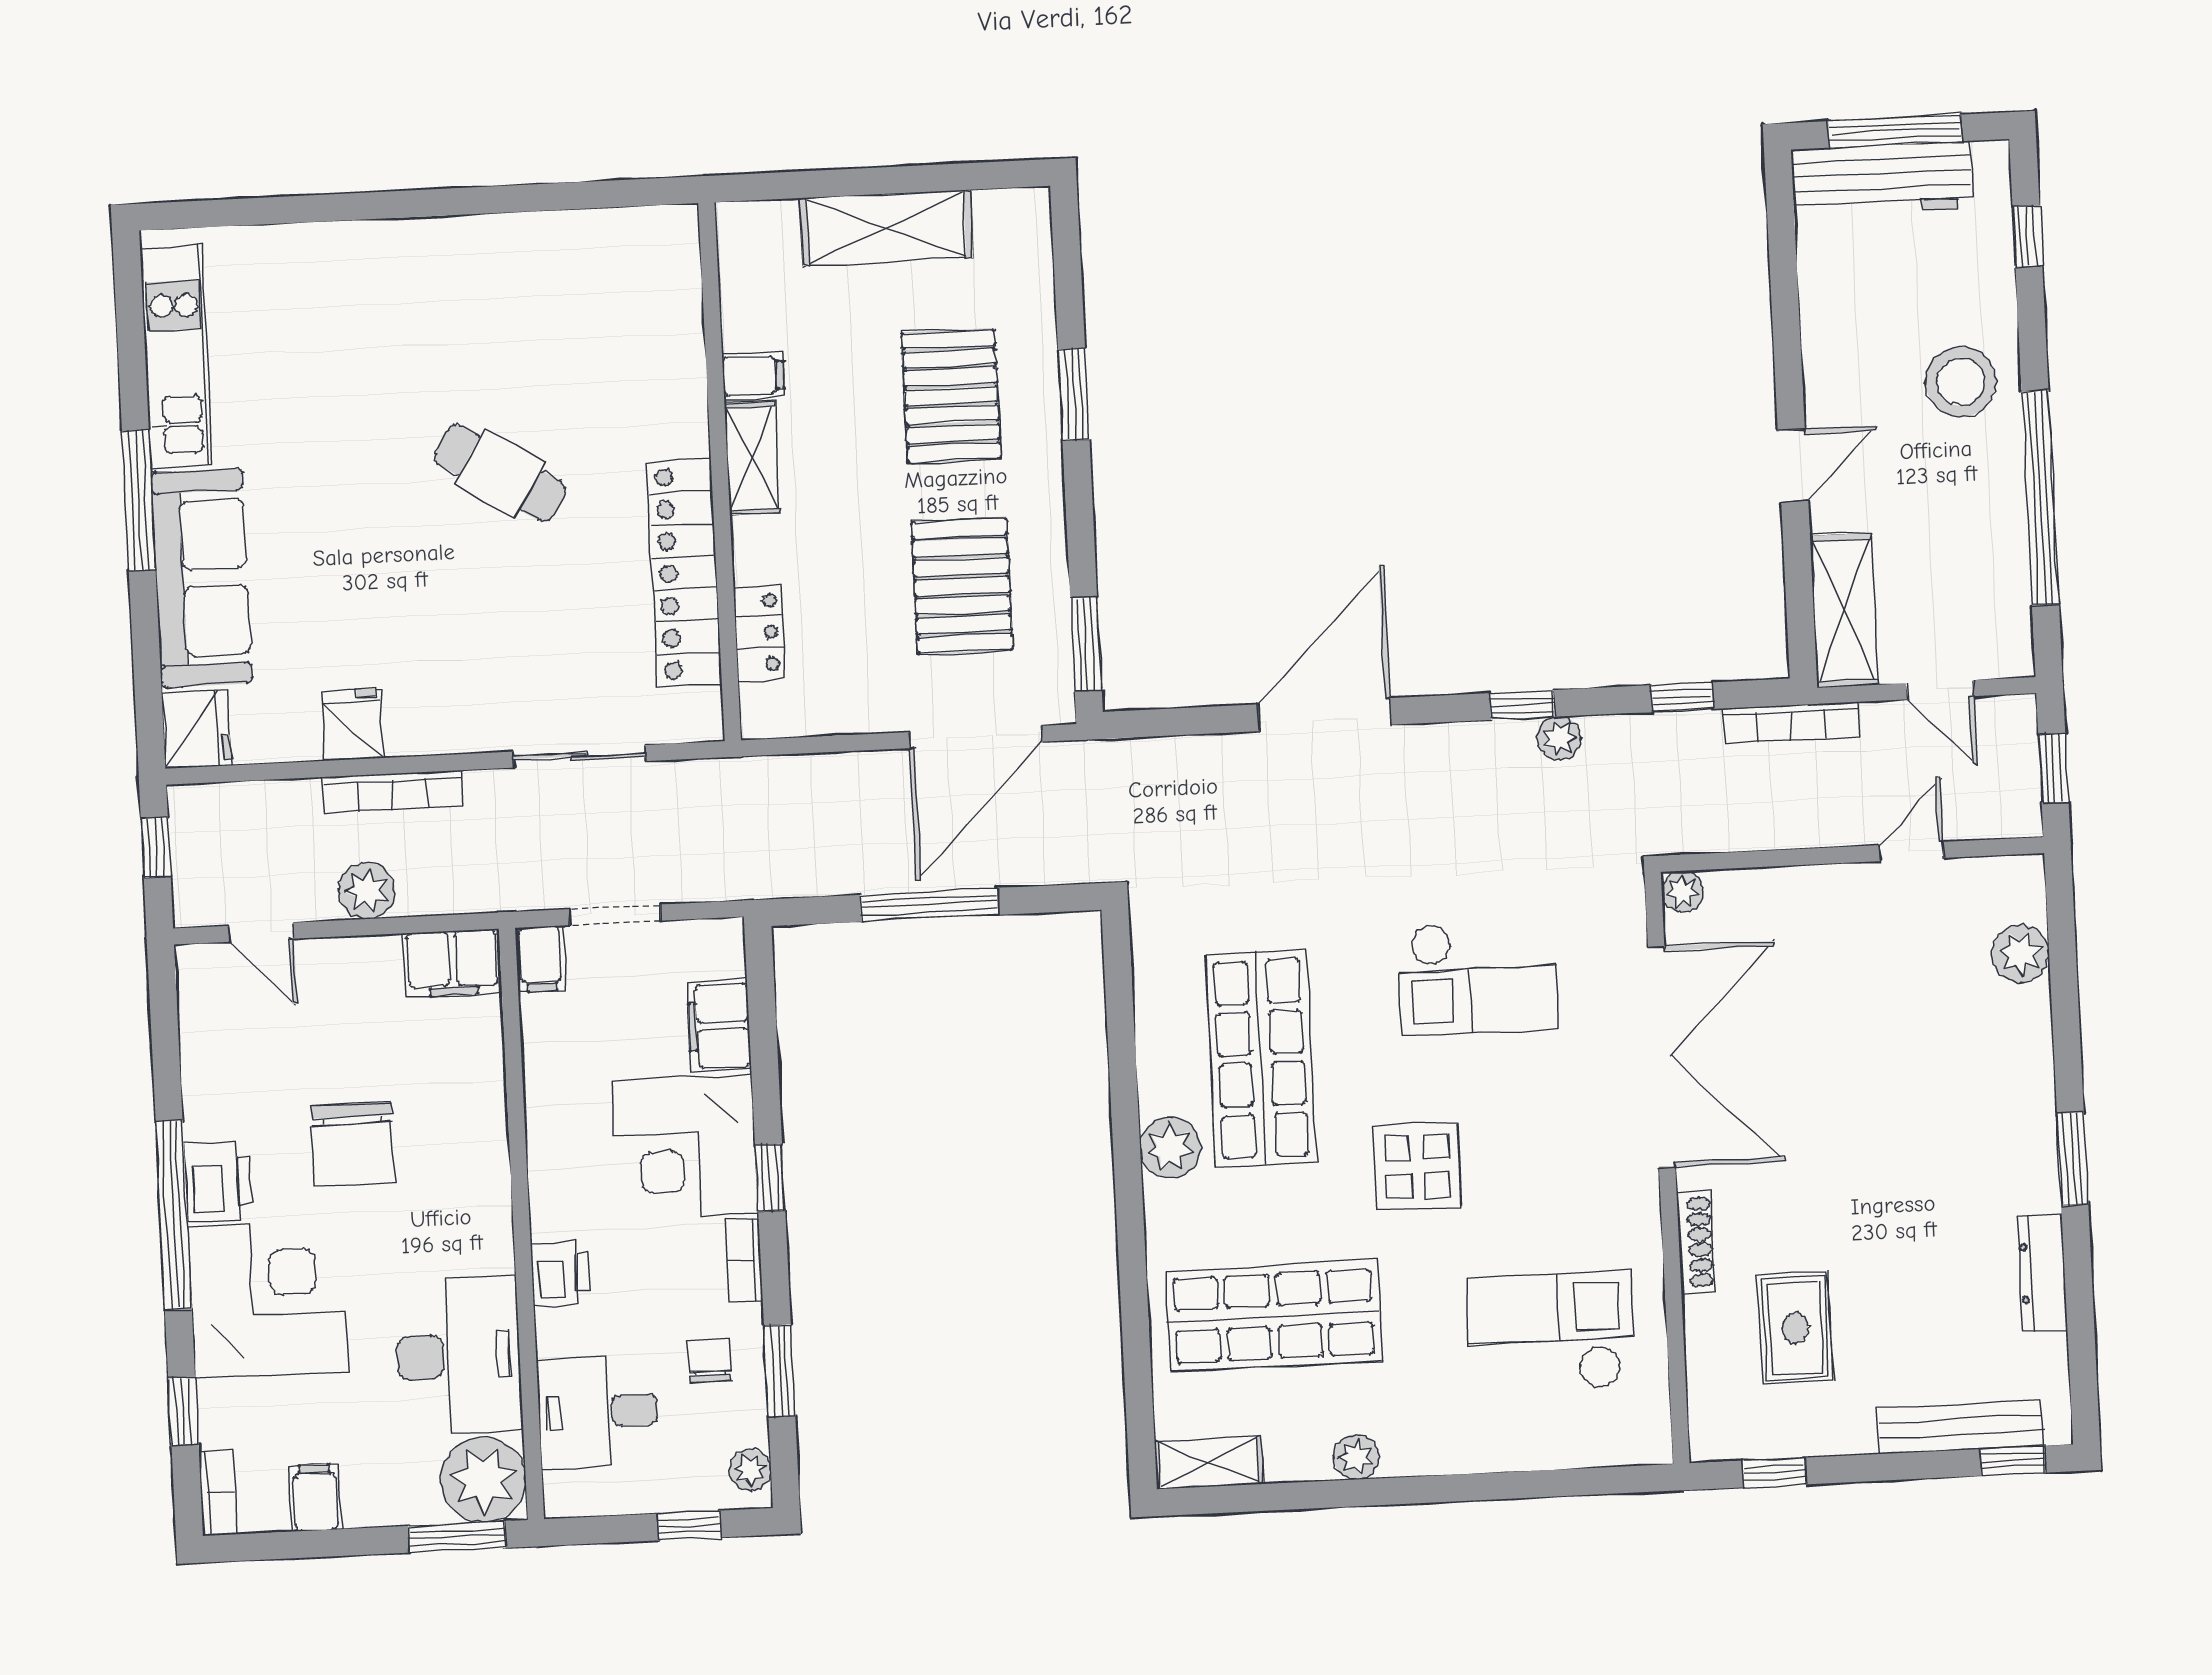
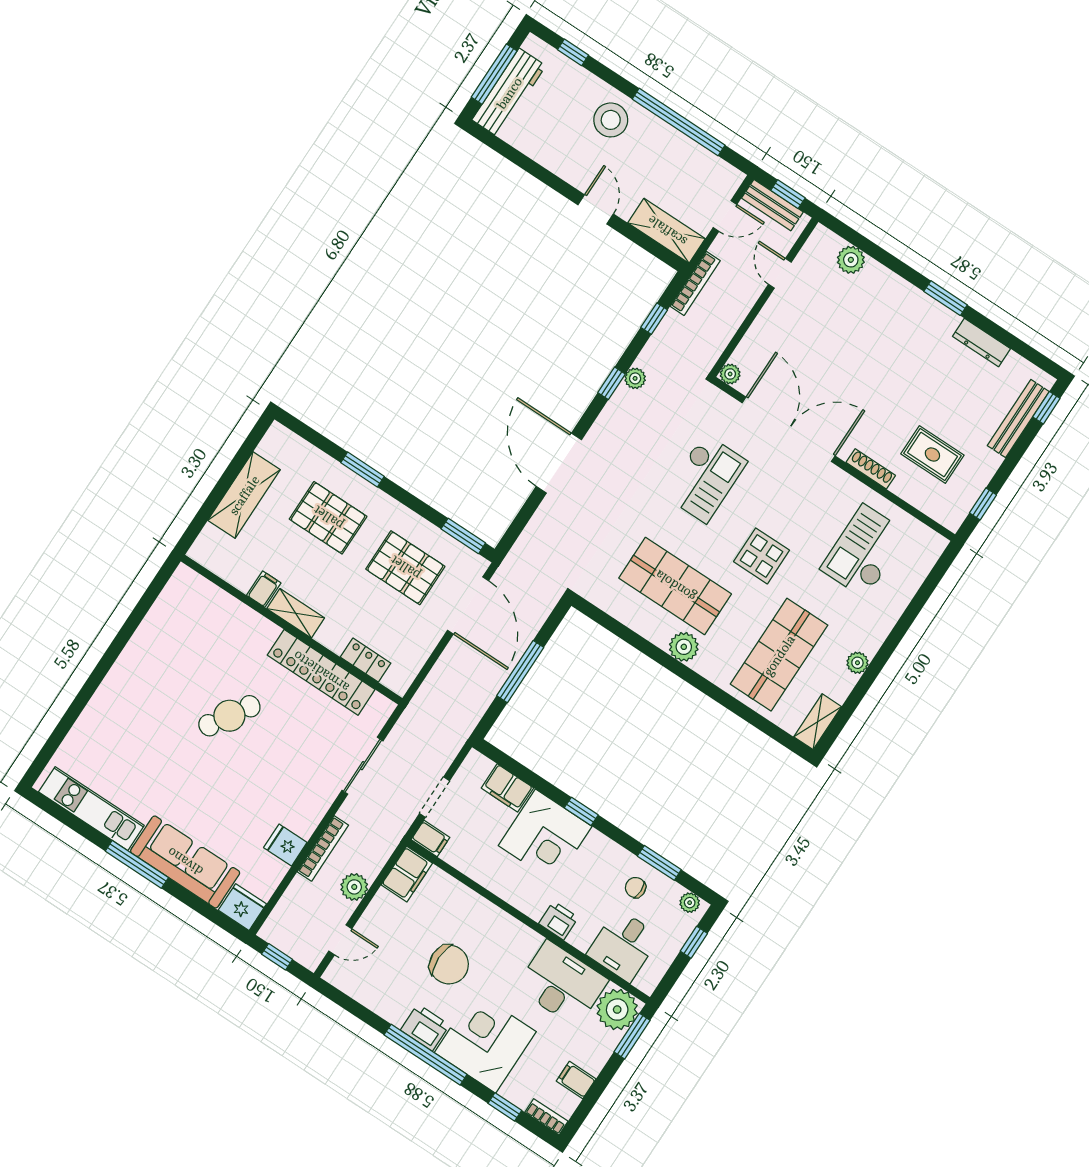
bench: (2016, 756) -> (772, 205), added
bookcase: (744, 1261) -> (606, 845), removed

